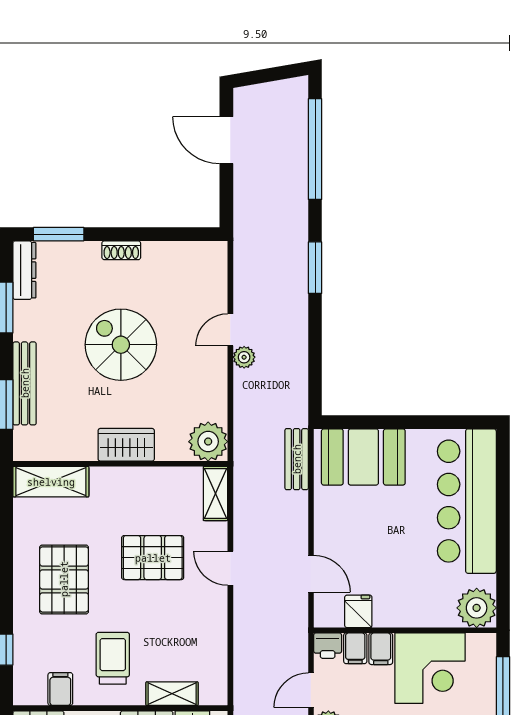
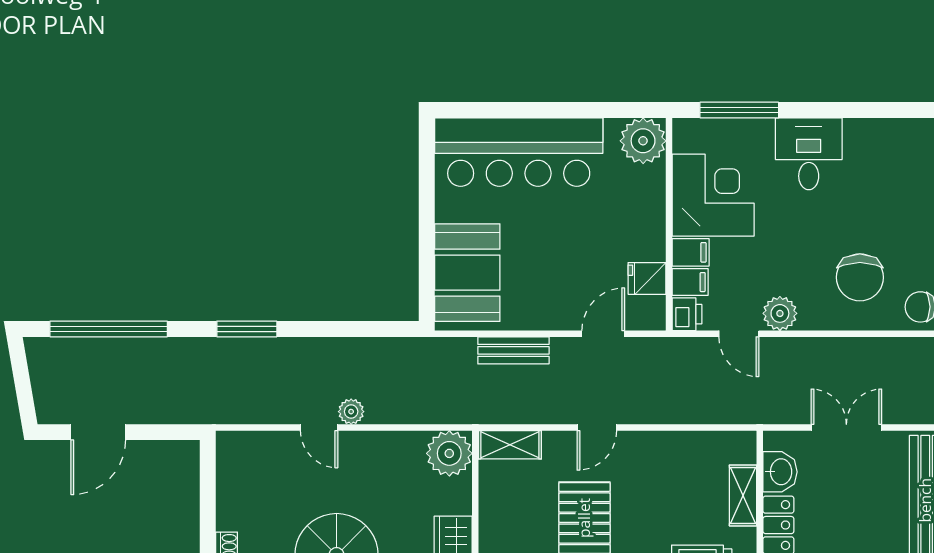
bench: (297, 459) -> (513, 350), moved

